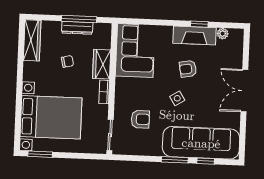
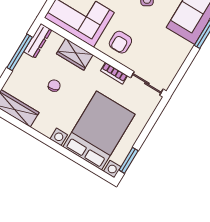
dresser: (77, 28) -> (38, 41), moved
bookcase: (104, 92) -> (114, 73), moved
armchair: (140, 119) -> (120, 42), moved, turned 180

